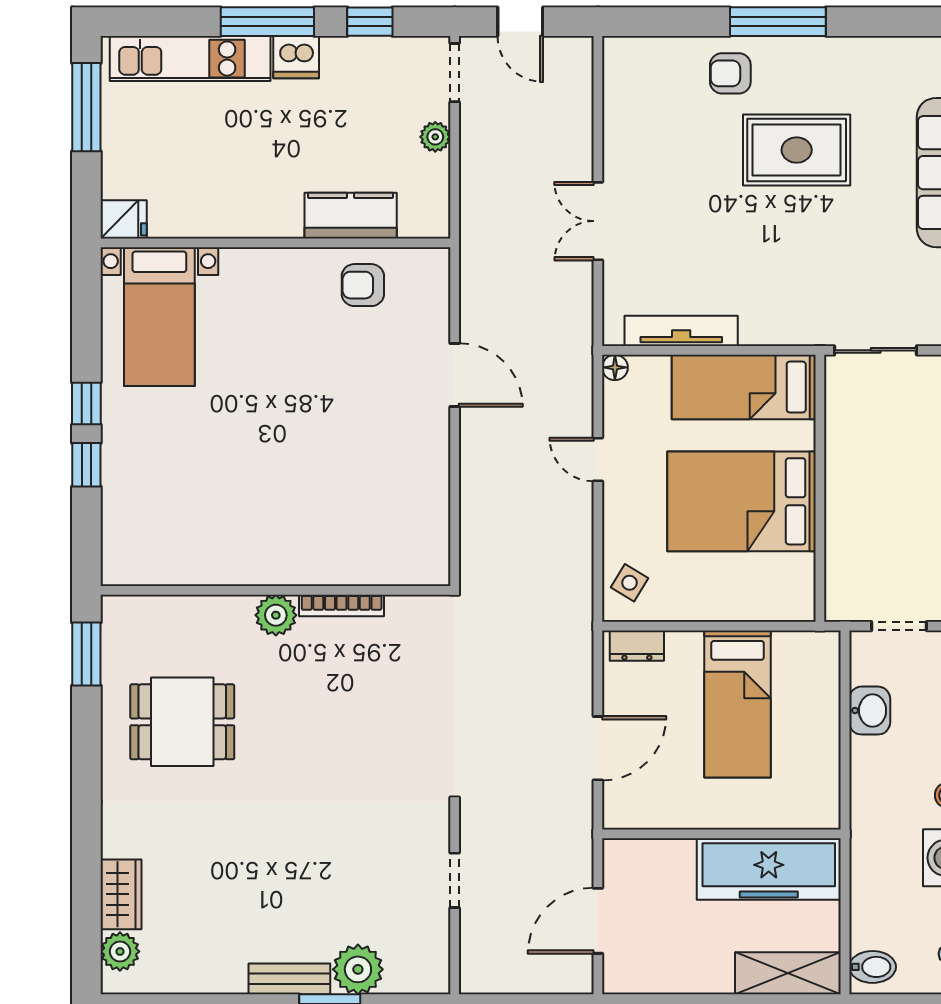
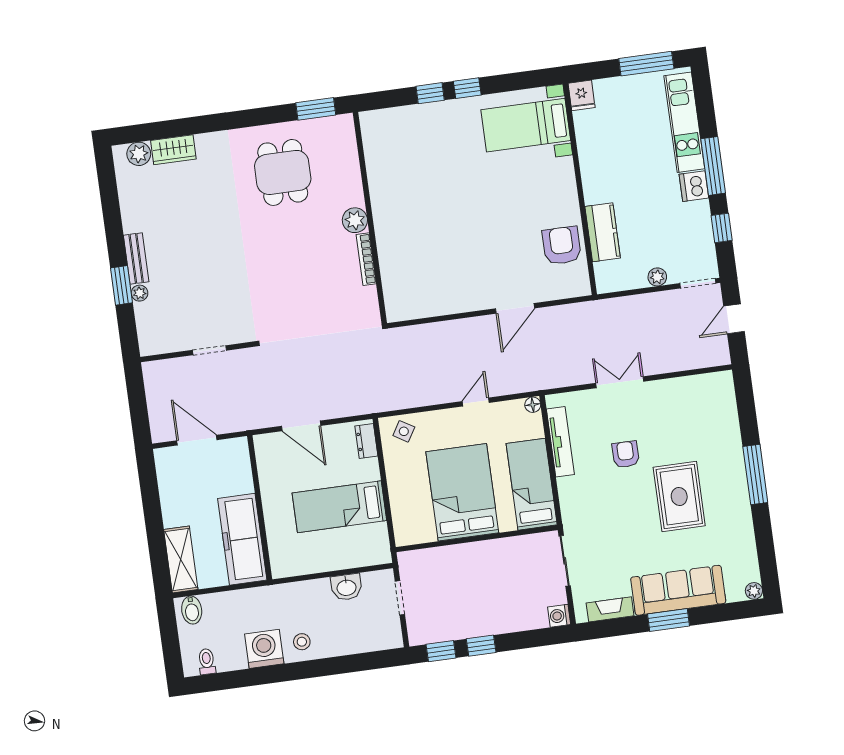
armchair: (730, 73) -> (626, 454), moved
armchair: (363, 285) -> (562, 245), width x1.38, depth x1.38
plant: (358, 969) -> (140, 293), width x0.53, depth x0.53

